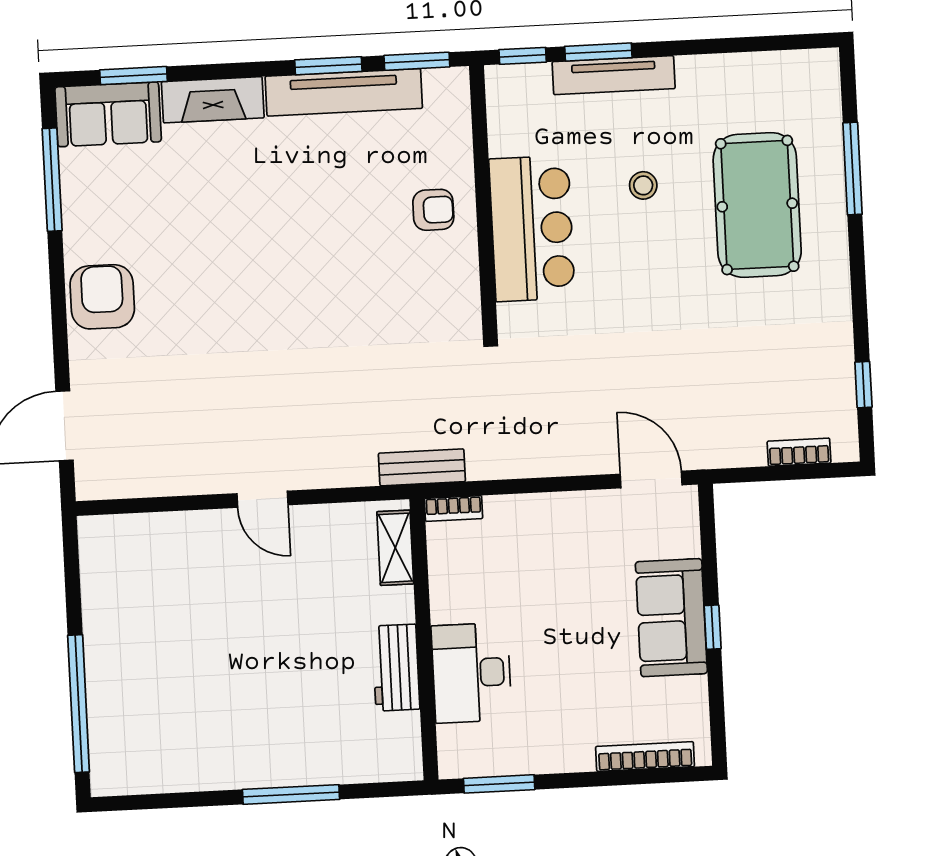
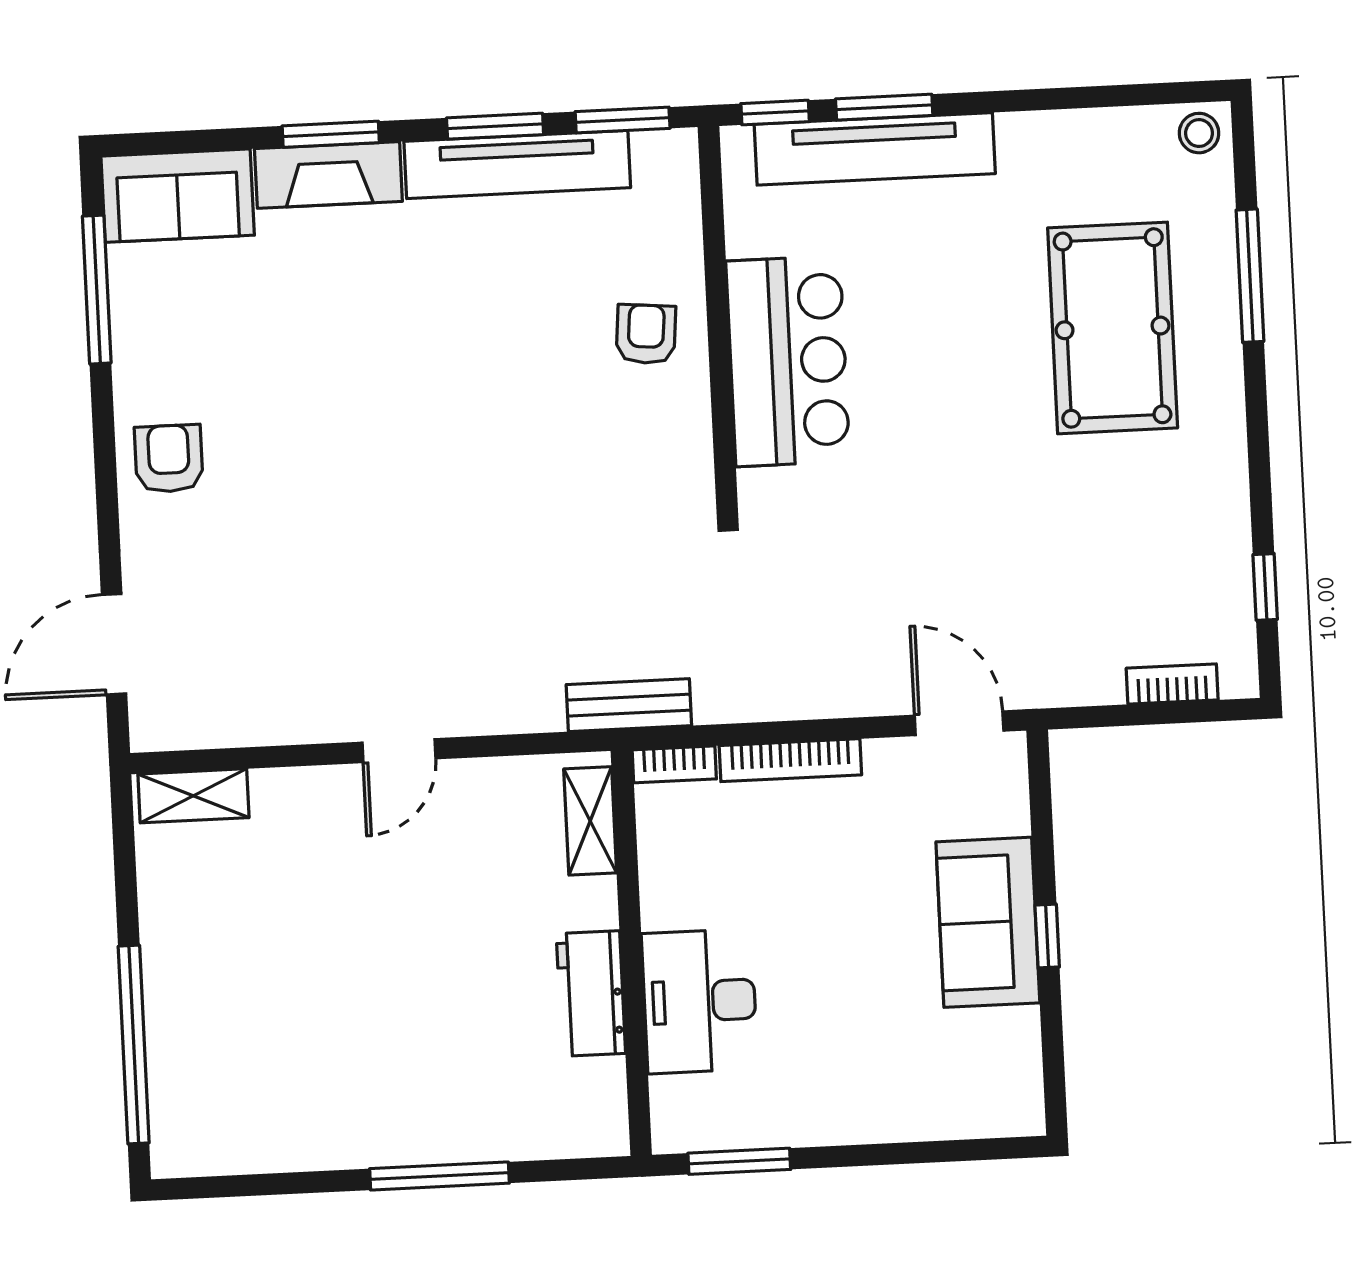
tv unit: (614, 75) -> (875, 149), width x1.36, depth x1.29
window: (134, 76) -> (331, 134), moved
stool: (643, 185) -> (1199, 133), moved
armchair: (433, 210) -> (646, 334), turned -85
armchair: (102, 297) -> (169, 459), width x0.72, depth x0.72
door: (262, 499) -> (399, 751), hinge flipped
shelving: (120, 531) -> (193, 796), added
bookcase: (645, 757) -> (790, 760), moved, turned 180

